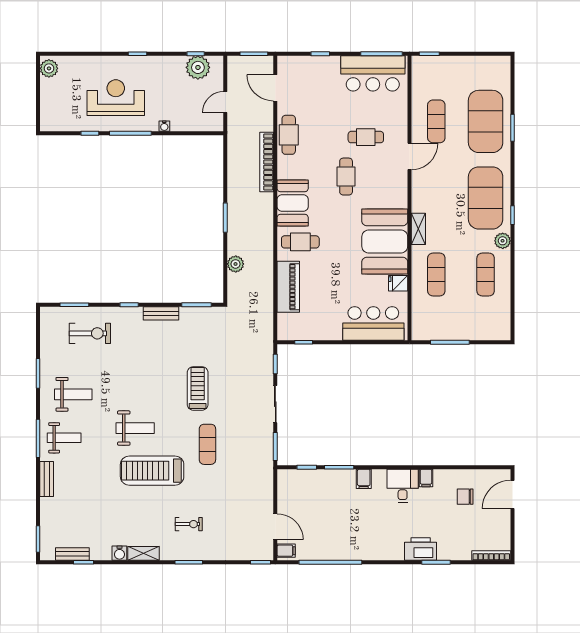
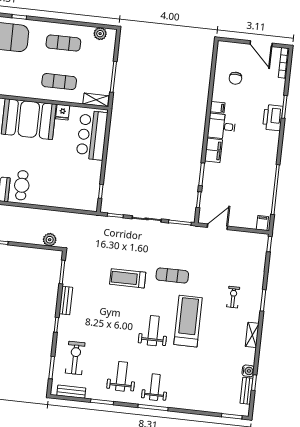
shelving: (418, 229) -> (96, 100), moved
plant: (503, 241) -> (100, 34), moved
plant: (236, 264) -> (50, 240), moved
piano: (288, 287) -> (56, 199), removed
treadmill: (152, 471) -> (188, 321), turned 180
bench: (47, 479) -> (71, 392), moved
filing cabinet: (364, 479) -> (213, 150), width x2.00
door: (512, 494) -> (261, 44), moved
door: (275, 527) -> (217, 227), moved
water cooler: (119, 553) -> (248, 371), moved

